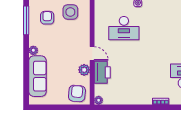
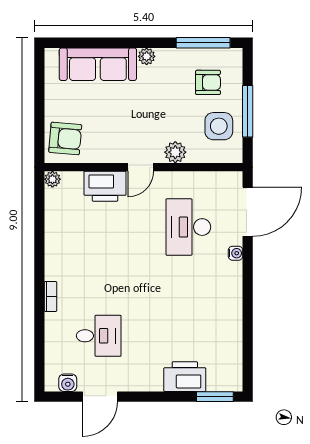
plant: (84, 70) -> (175, 152), moved

